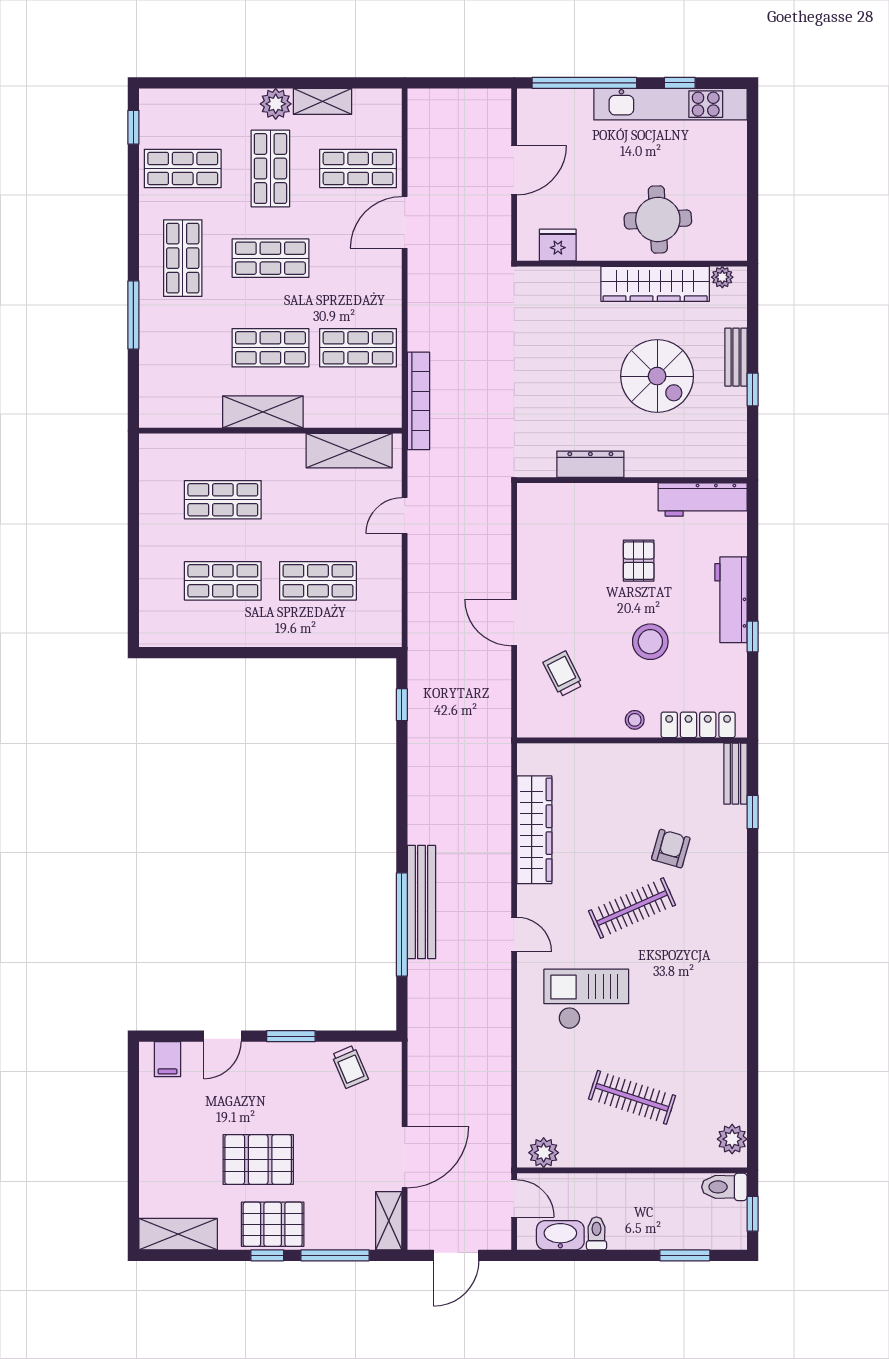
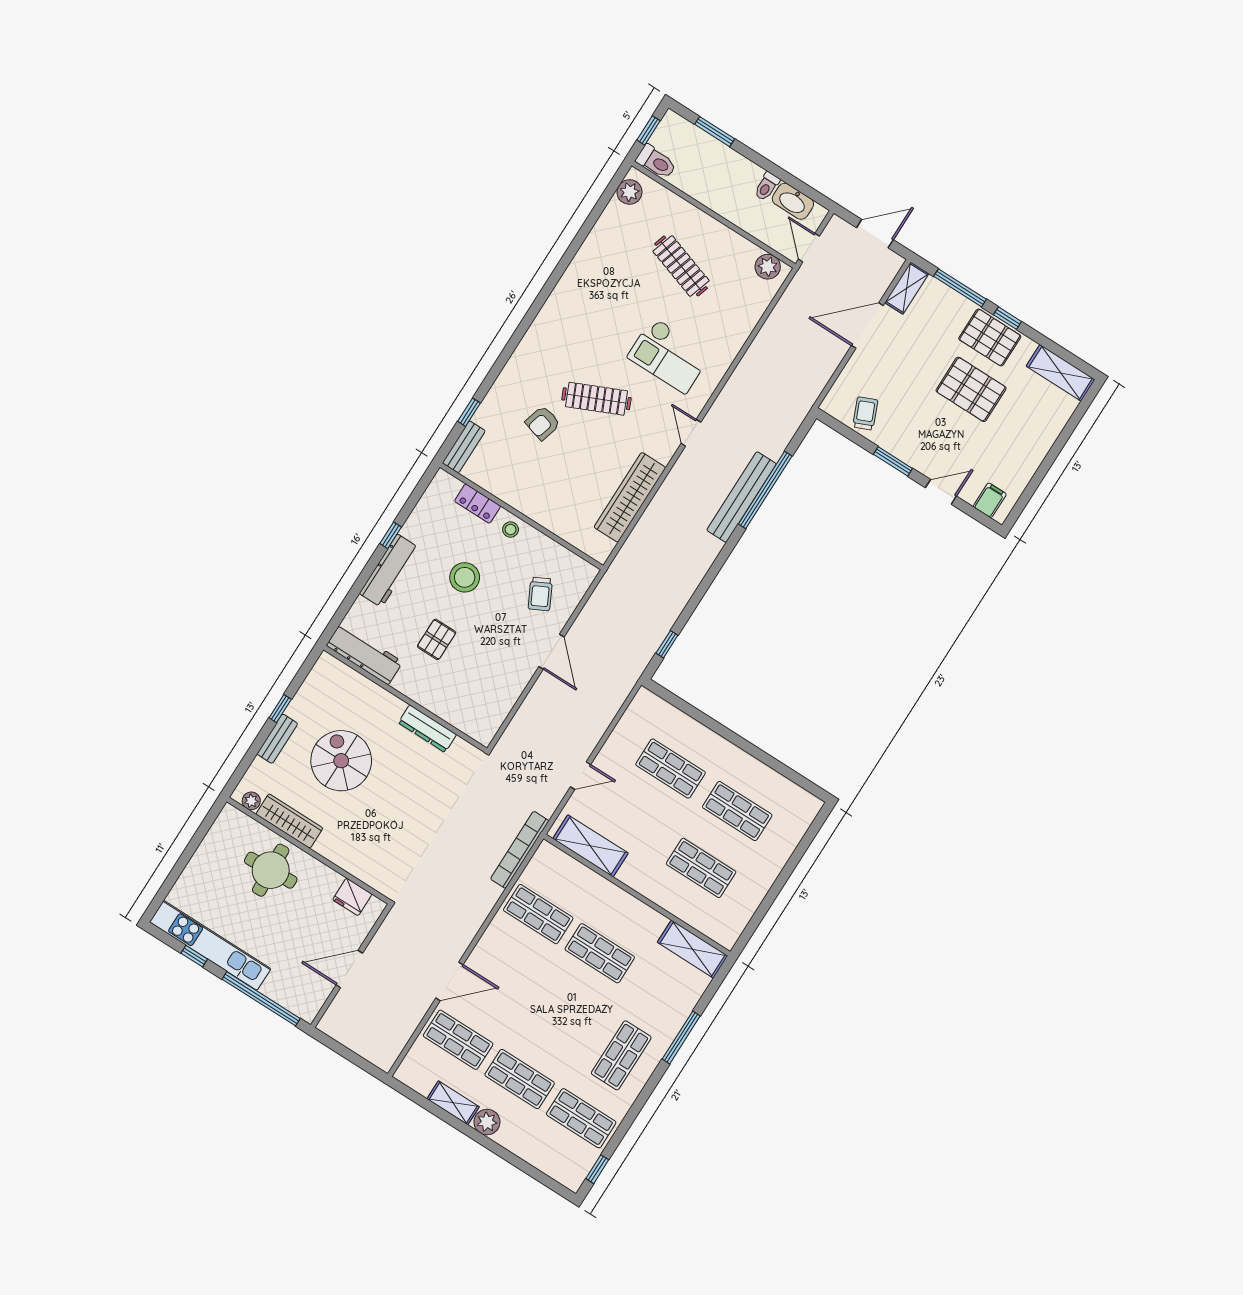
shop shelf: (270, 169) -> (520, 1079), turned 90
shop shelf: (270, 258) -> (560, 1016), removed
wardrobe: (655, 284) -> (289, 821), width x0.71, depth x0.85
shelving: (263, 412) -> (692, 949), moved
locker: (698, 725) -> (478, 504), width x0.66

